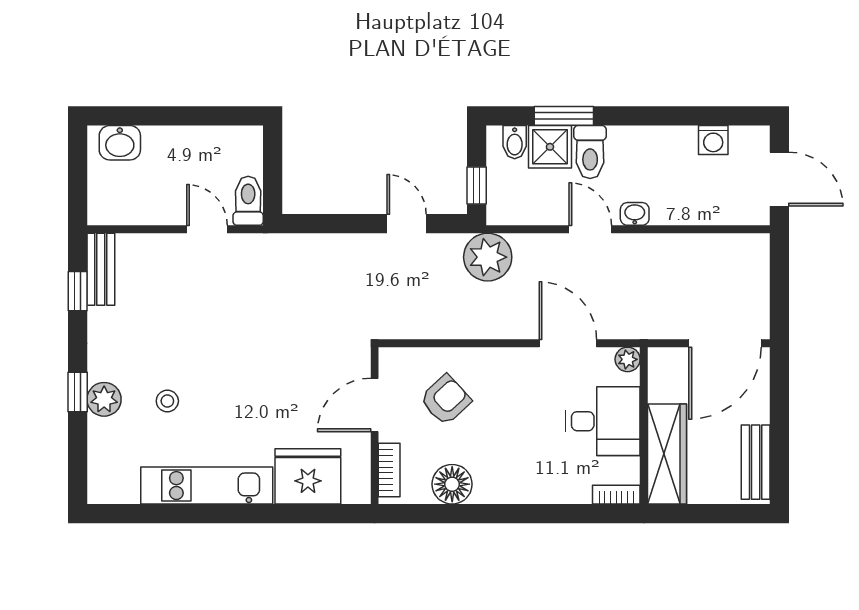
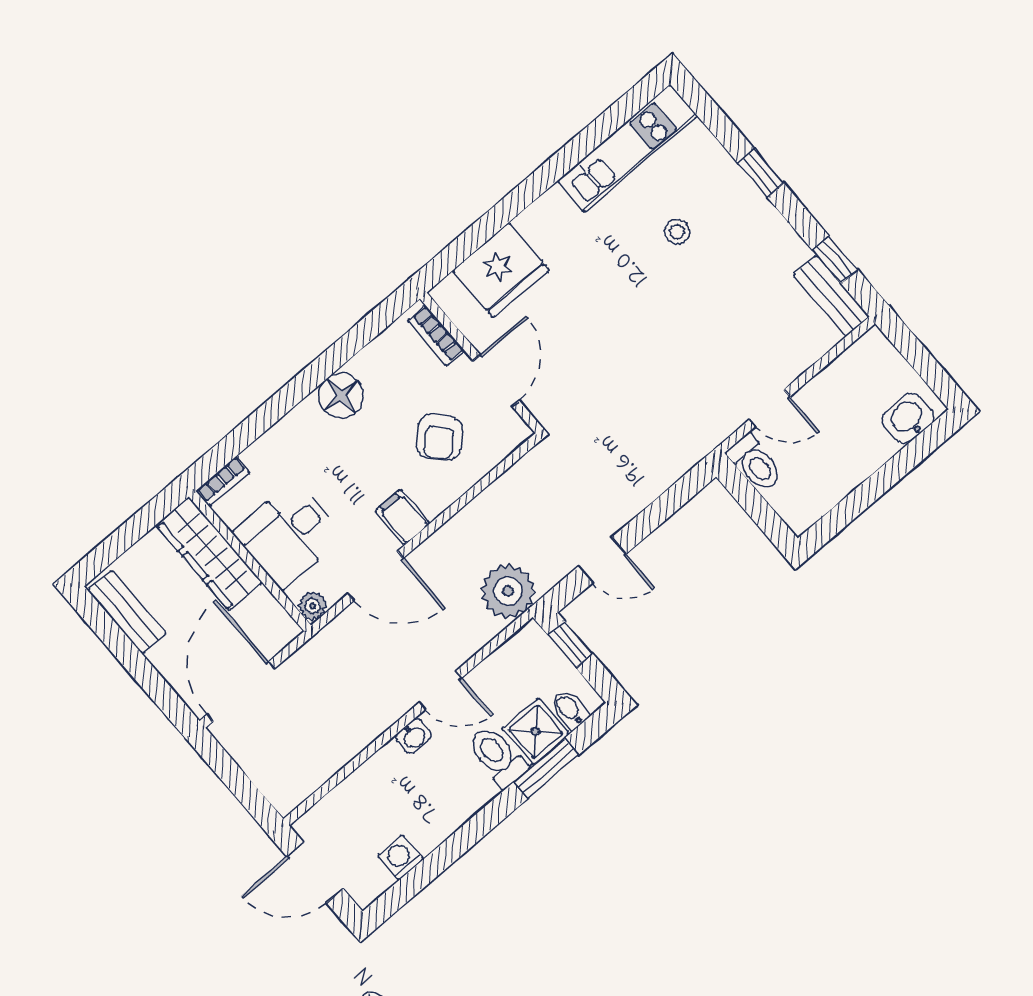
filing cabinet: (516, 367) -> (403, 517), added
plant: (104, 399) -> (733, 186), removed
floor lamp: (452, 484) -> (341, 396), moved
kitchen unit: (207, 486) -> (627, 148), moved

